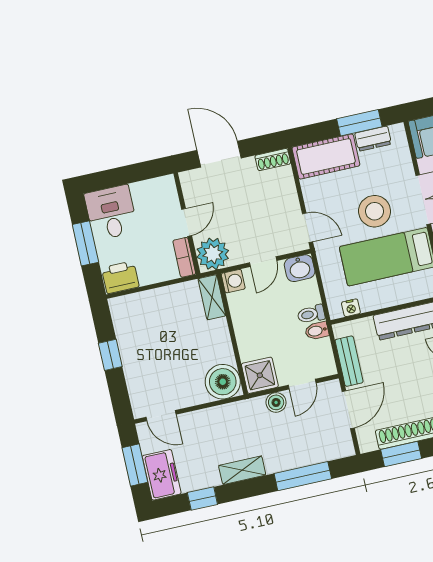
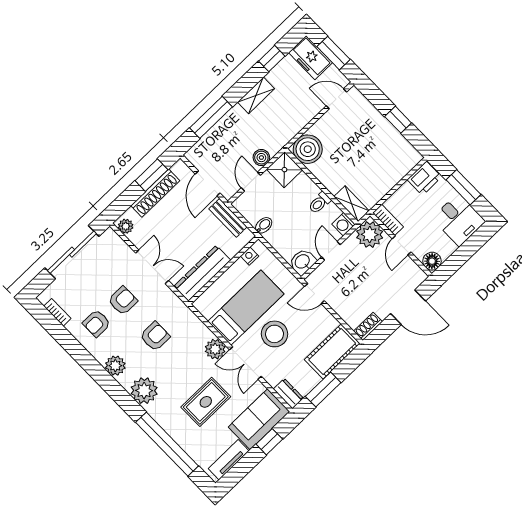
dresser: (373, 139) -> (288, 394), moved, turned 90
floor lamp: (165, 187) -> (432, 261), added
toilet: (311, 314) -> (320, 203), moved, turned 180

